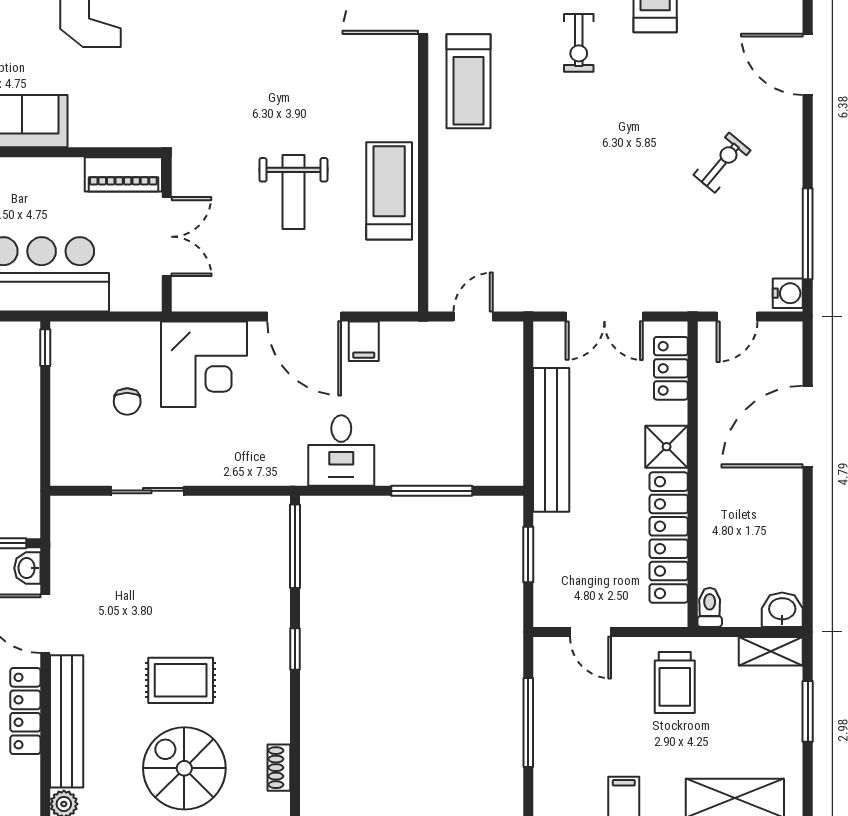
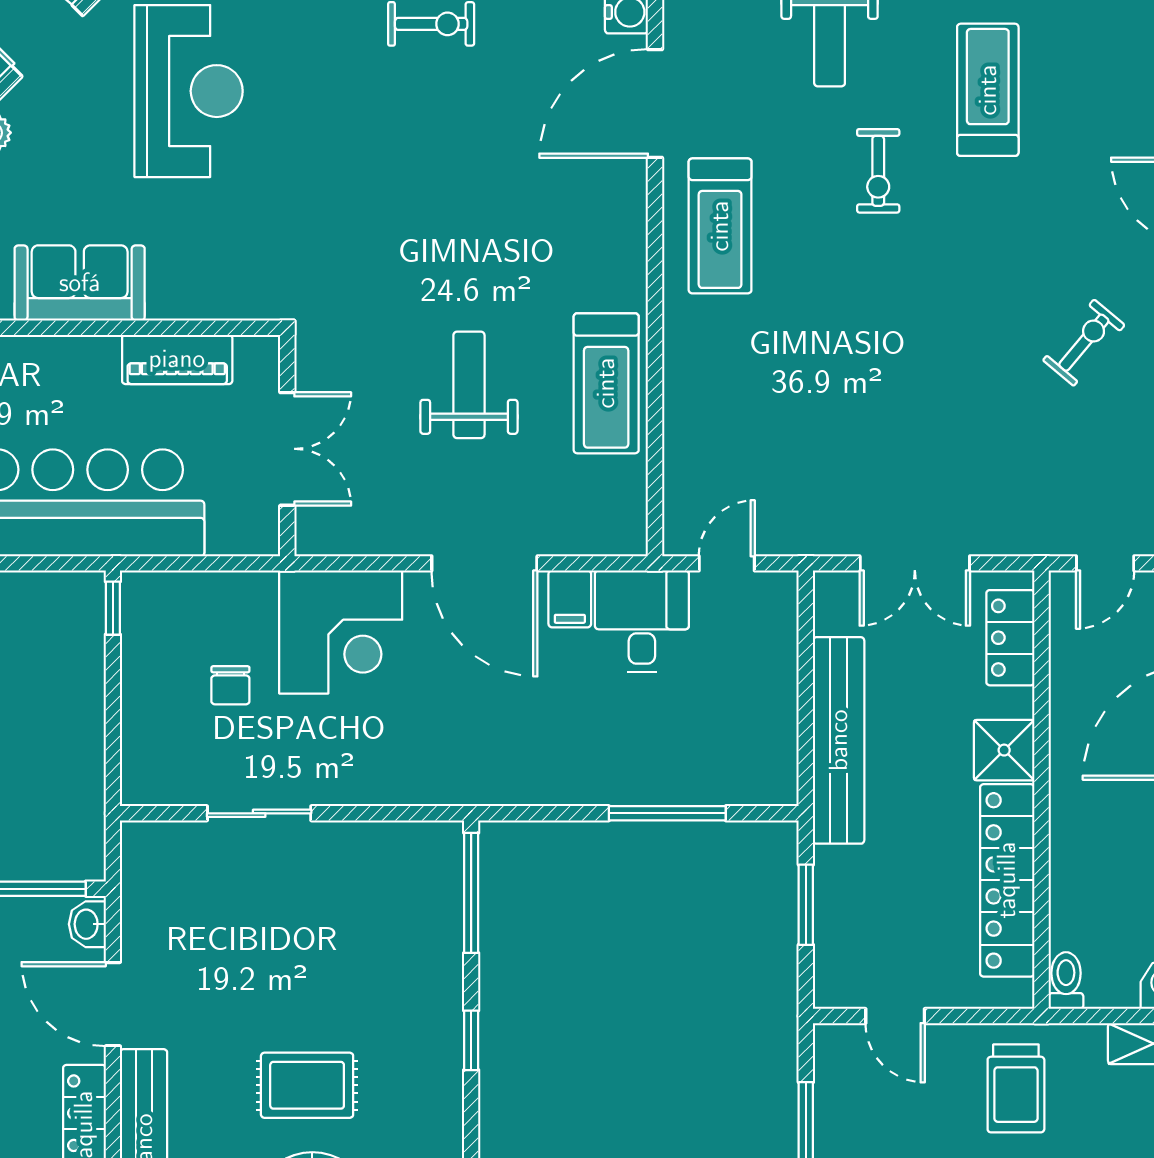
piano: (123, 174) -> (177, 359), moved
treadmill: (389, 191) -> (606, 383), turned 180
weight bench: (293, 192) -> (469, 385), turned 180
desk: (341, 450) -> (642, 621), moved, turned 180

